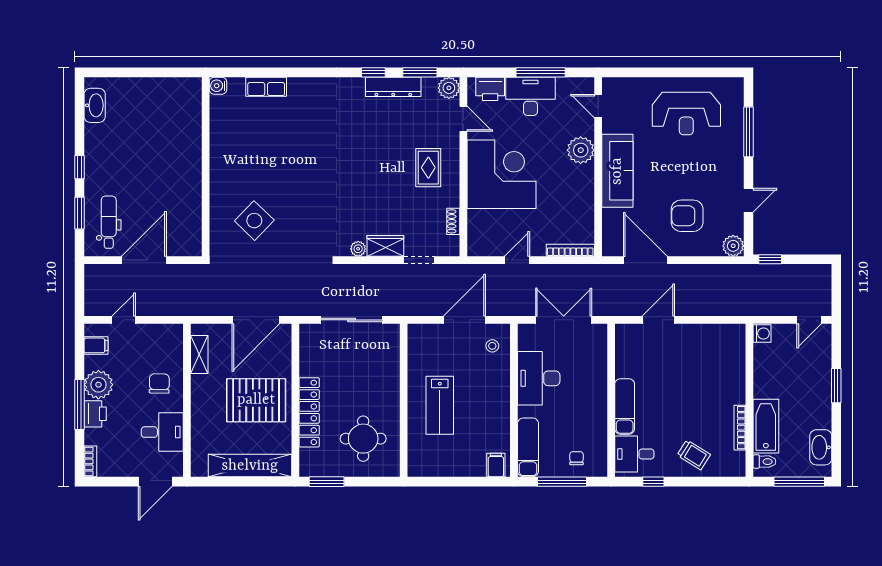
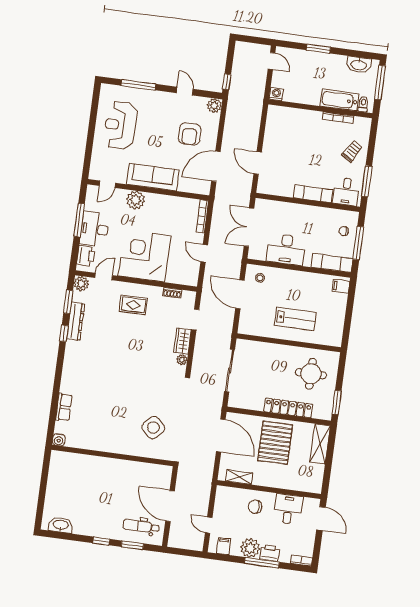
reception desk: (686, 114) -> (120, 125), turned 180
shelving: (250, 466) -> (320, 444), width x0.68
window: (653, 482) -> (367, 181), width x2.17

